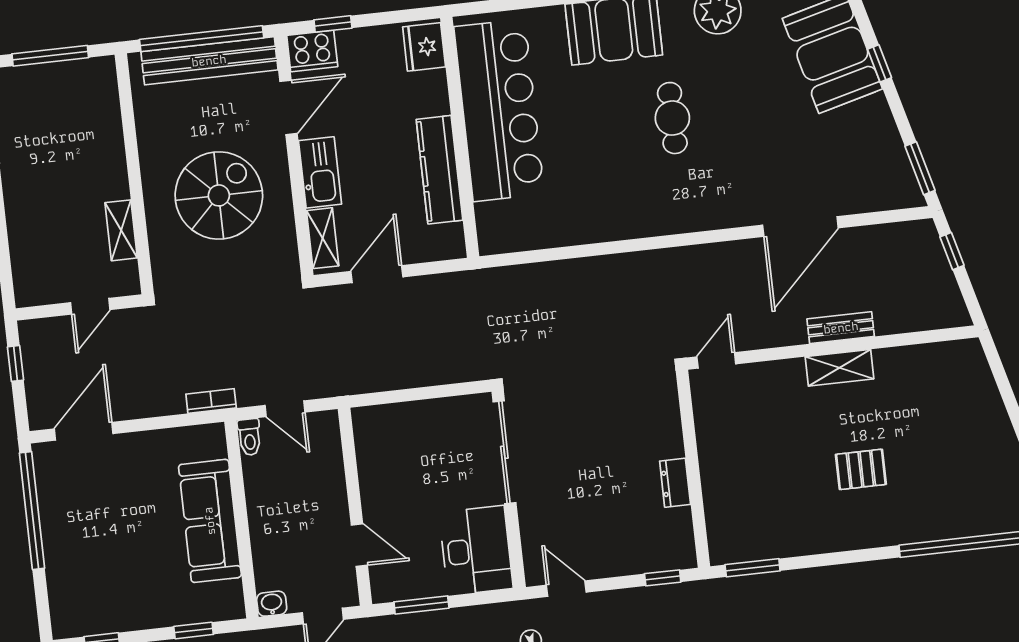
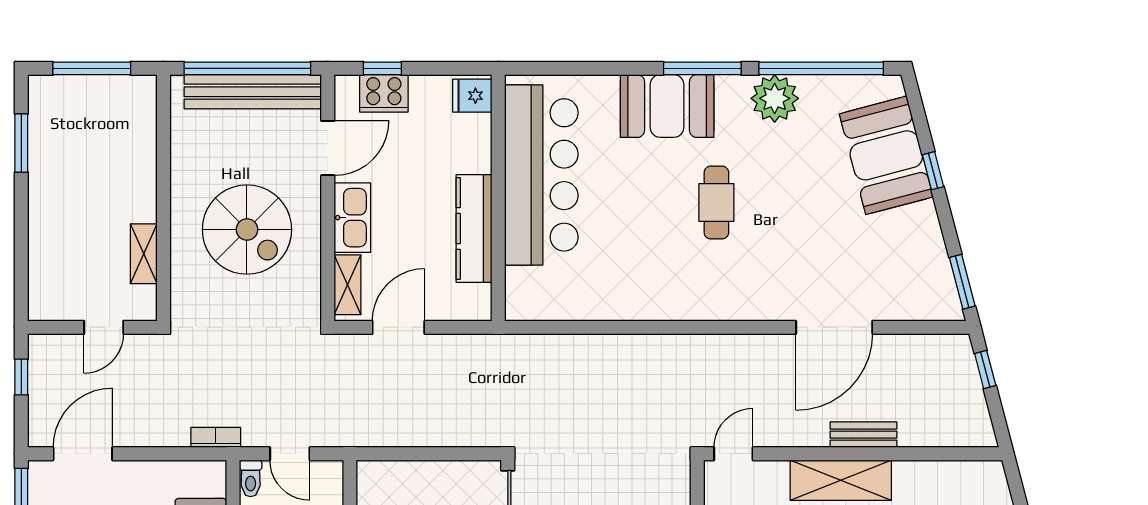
fridge: (424, 47) -> (472, 96), width x0.72
cooker: (312, 51) -> (384, 93), moved
spiral stairs: (219, 195) -> (247, 230), turned 90
shelving: (839, 368) -> (841, 480), width x1.50, depth x1.33

